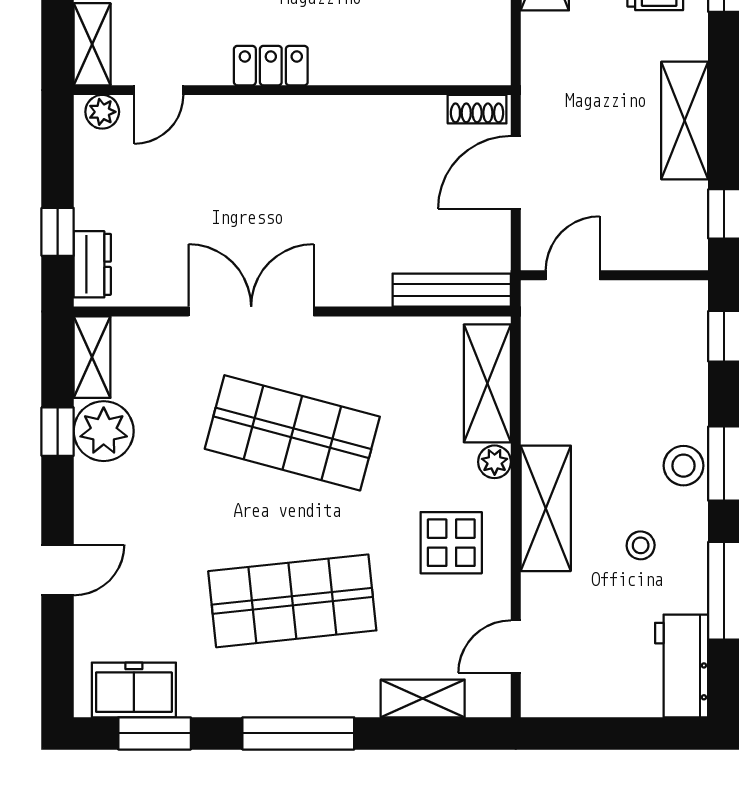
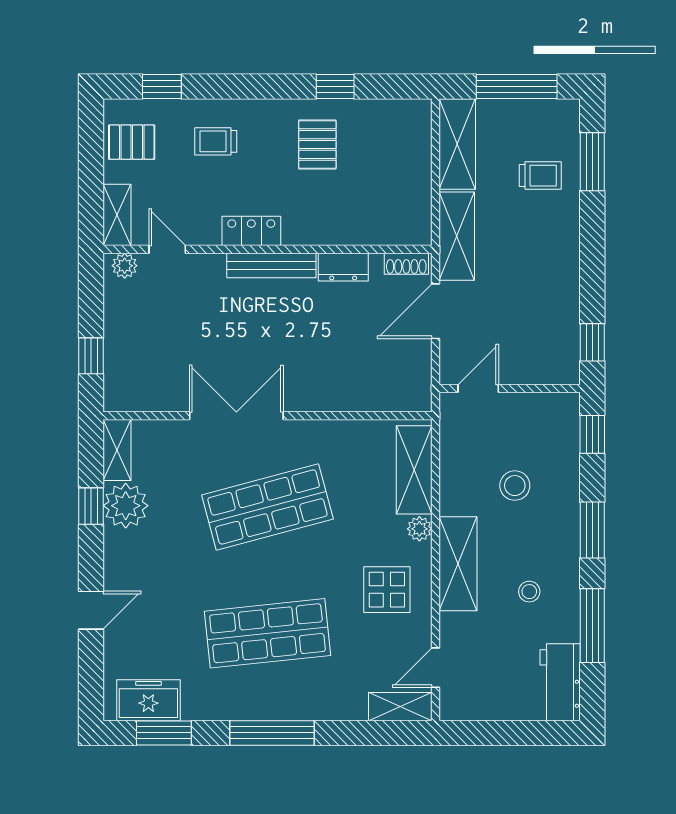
door: (159, 90) -> (167, 249), swing flipped
shelving: (685, 121) -> (457, 236), moved
dresser: (92, 264) -> (343, 267), moved, turned 90
bench: (452, 290) -> (271, 265), moved
shop shelf: (292, 433) -> (267, 507), turned -30
stool: (684, 466) -> (515, 486), moved
shelving: (423, 698) -> (400, 707), moved

